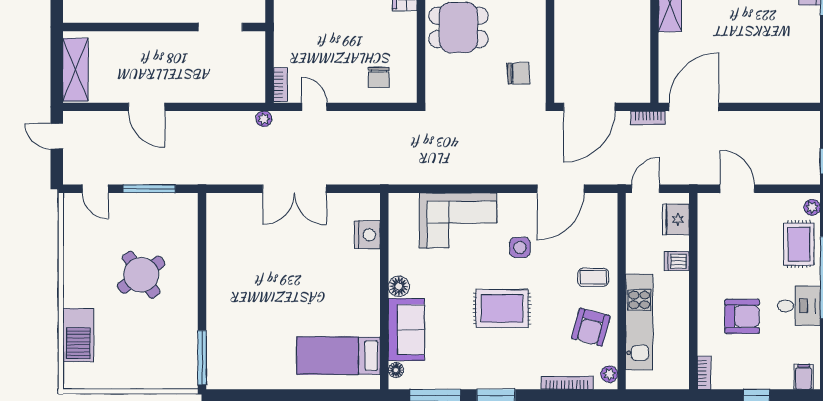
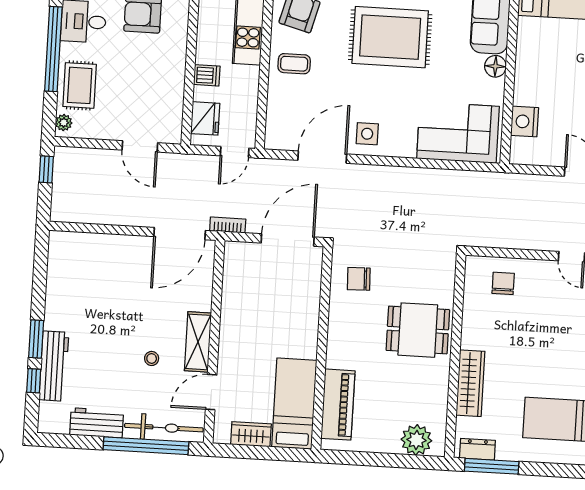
corner sofa: (458, 220) -> (458, 133), moved
side table: (520, 247) -> (367, 134), moved
rug: (502, 308) -> (390, 37), width x1.37, depth x1.44

